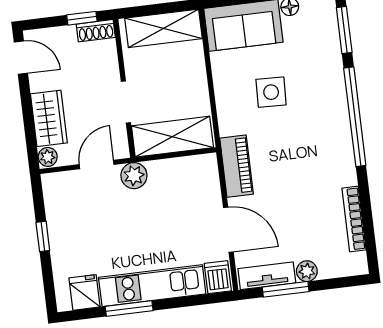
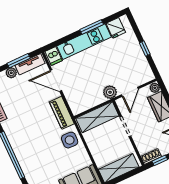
side table: (271, 92) -> (70, 140), moved

